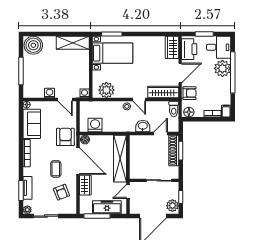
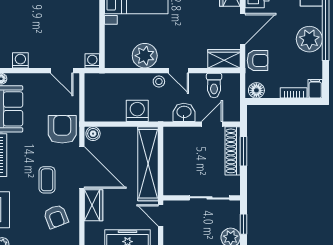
plant: (222, 68) -> (309, 39), moved
plant: (106, 90) -> (145, 56), moved
wardrobe: (163, 92) -> (224, 59), width x0.67
washing machine: (50, 93) -> (20, 60), moved
toilet: (174, 109) -> (214, 85), moved
washing machine: (95, 125) -> (137, 111), moved
door: (128, 192) -> (161, 215), hinge flipped

